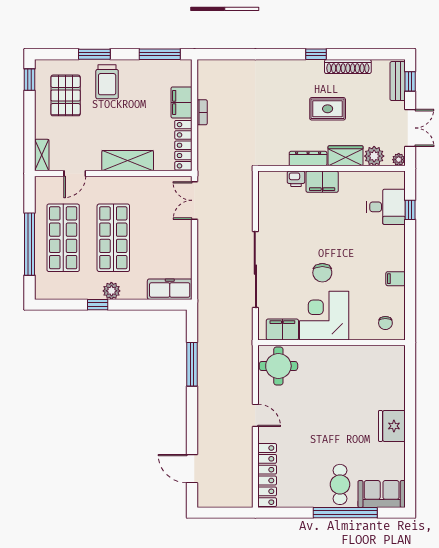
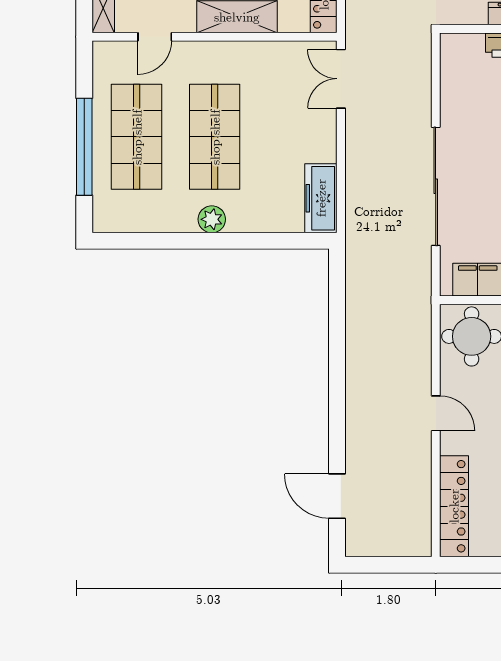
freezer: (170, 289) -> (321, 198), moved, turned -90
window: (98, 305) -> (190, 241), removed
window: (192, 364) -> (337, 334), removed

